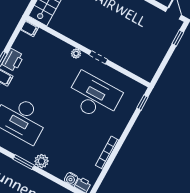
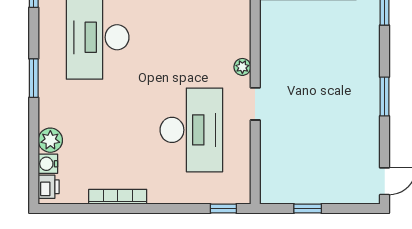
window: (178, 38) -> (308, 209), moved
plant: (42, 161) -> (50, 140), moved

